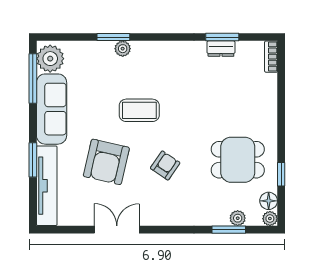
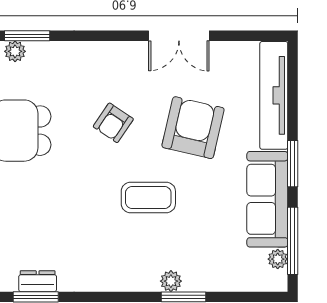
plant: (50, 59) -> (278, 259), width x0.53, depth x0.53
window: (33, 160) -> (293, 164), moved

